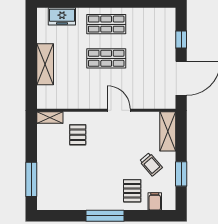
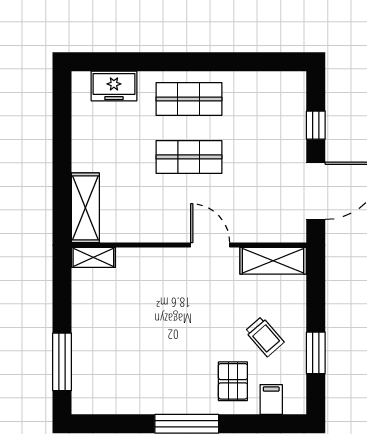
shelving: (45, 64) -> (85, 208), moved
shelving: (168, 131) -> (273, 261), moved, turned 90
pallet: (78, 135) -> (141, 286), removed

